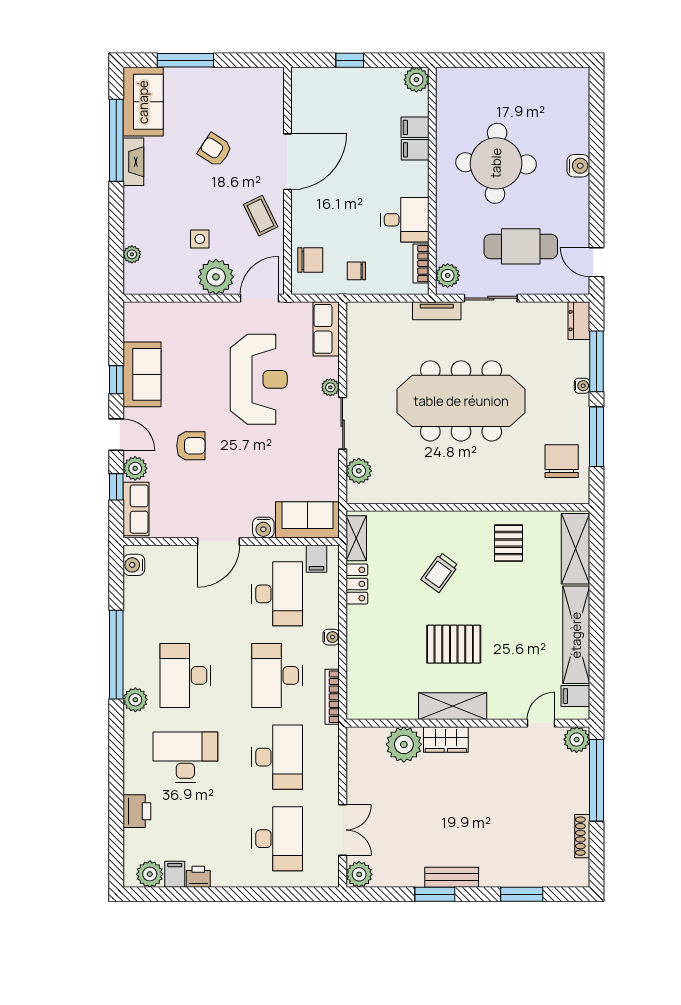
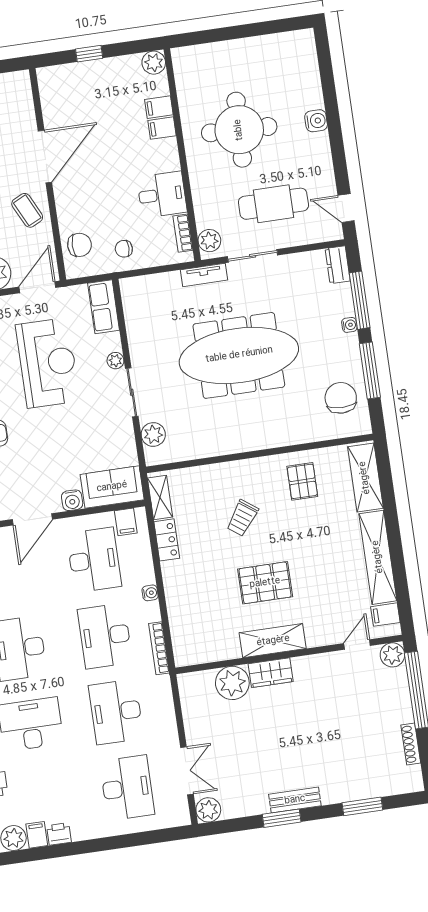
desk: (277, 757) -> (116, 712), turned 180

